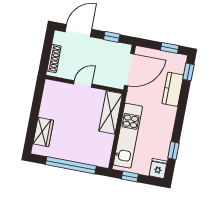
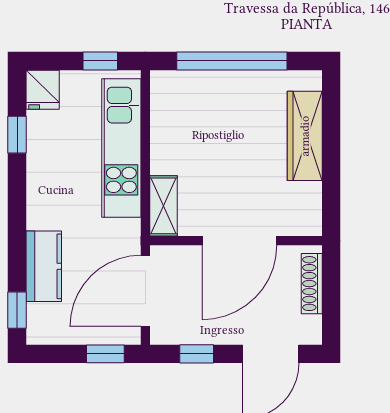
window: (170, 48) -> (105, 354), moved
door: (83, 84) -> (239, 241), width x1.87
shelving: (111, 112) -> (164, 206), width x0.67, depth x0.75
wardrobe: (43, 132) -> (305, 136), width x1.50

